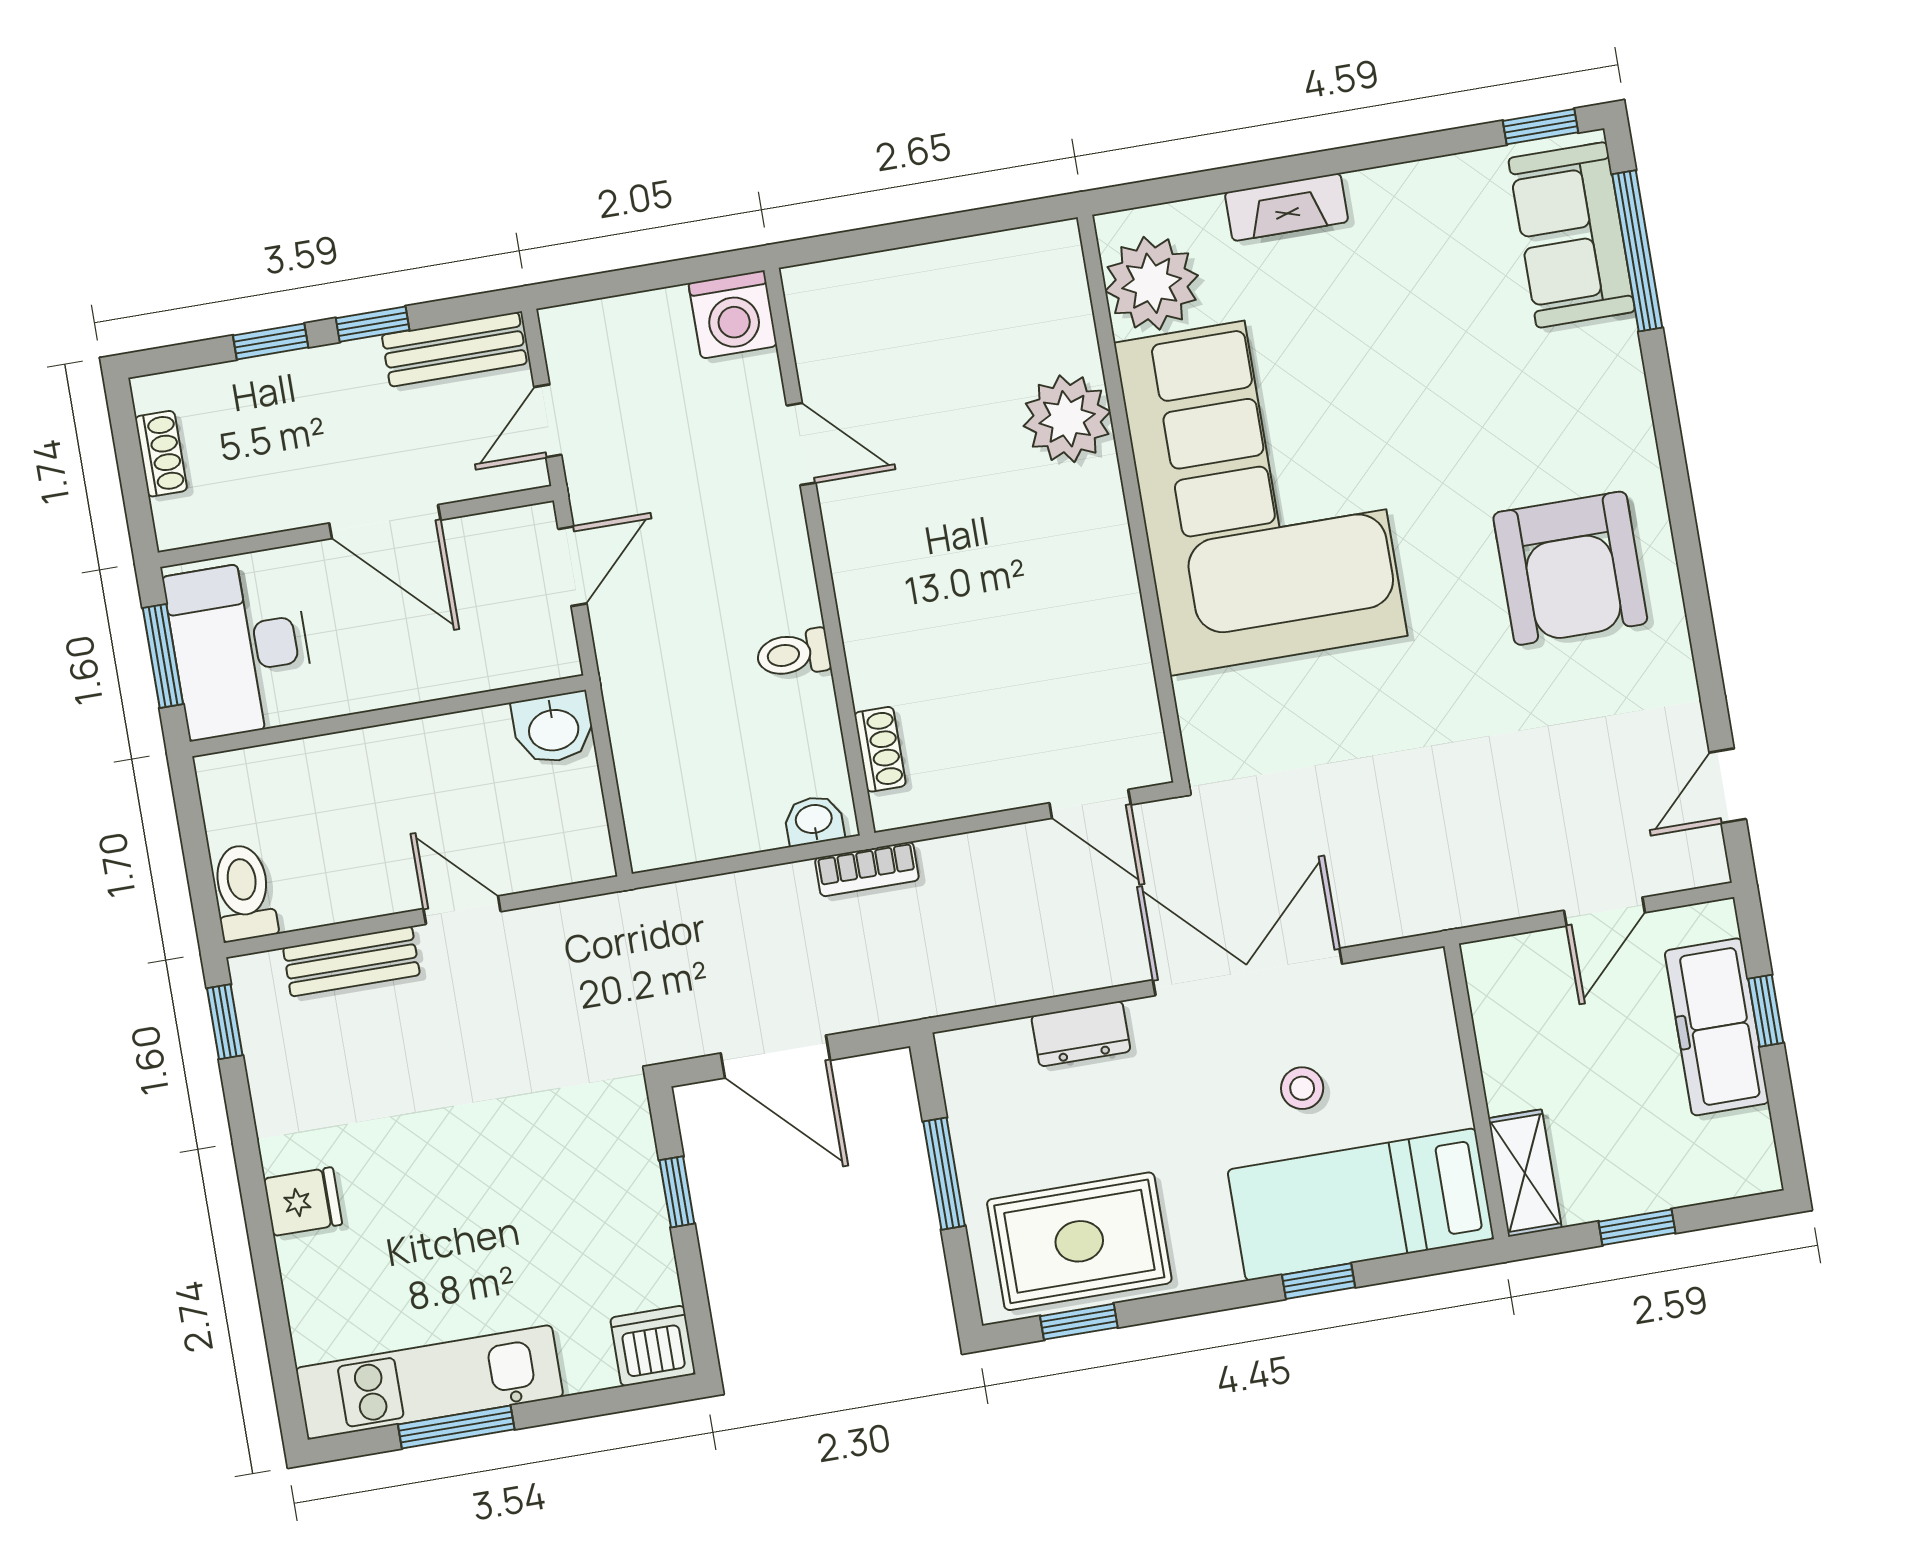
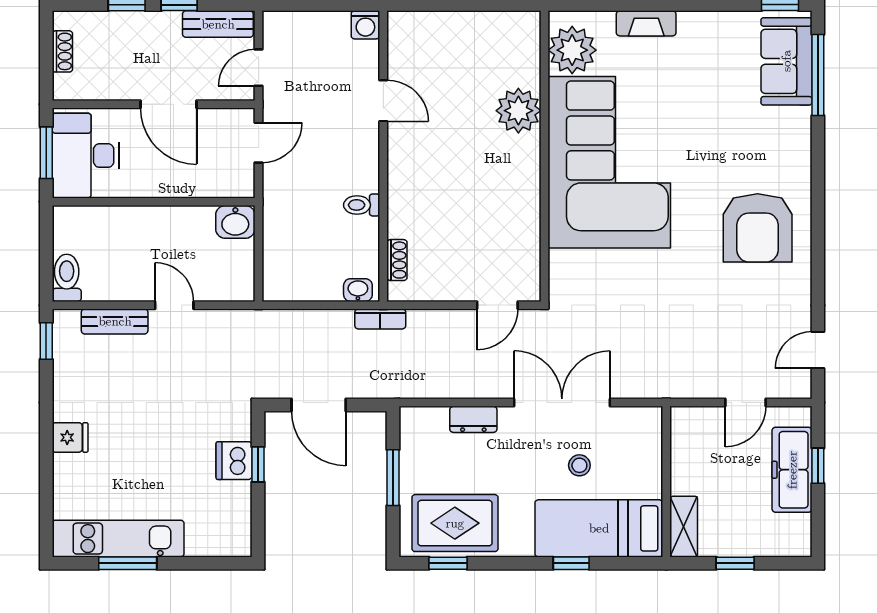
washing machine: (733, 315) -> (365, 25), width x0.73, depth x0.73
door: (1090, 804) -> (497, 305), hinge flipped
dishwasher: (653, 1346) -> (234, 461), moved, turned -90

